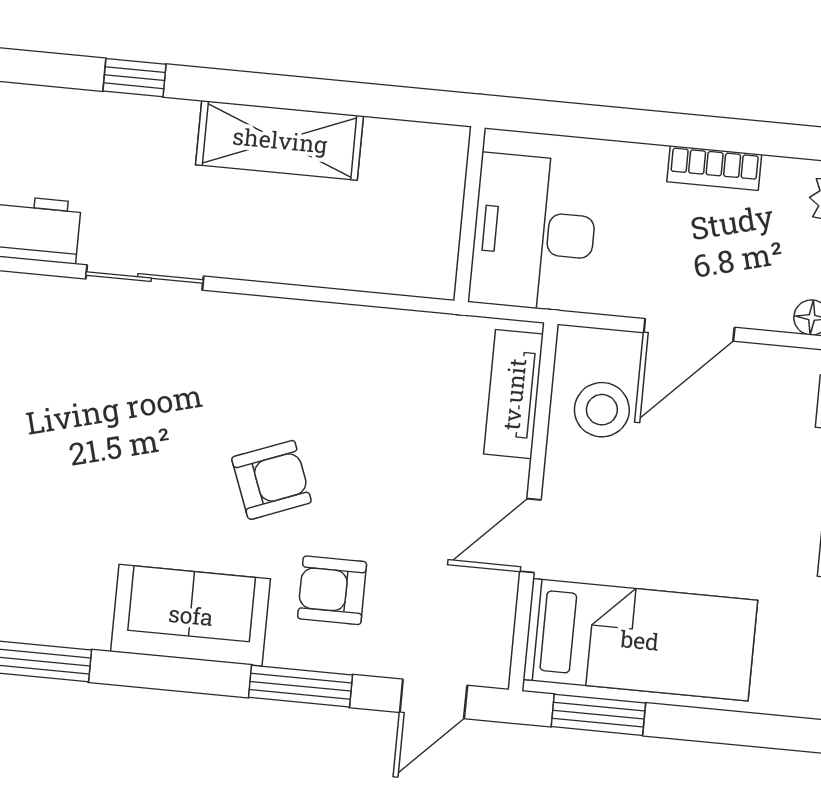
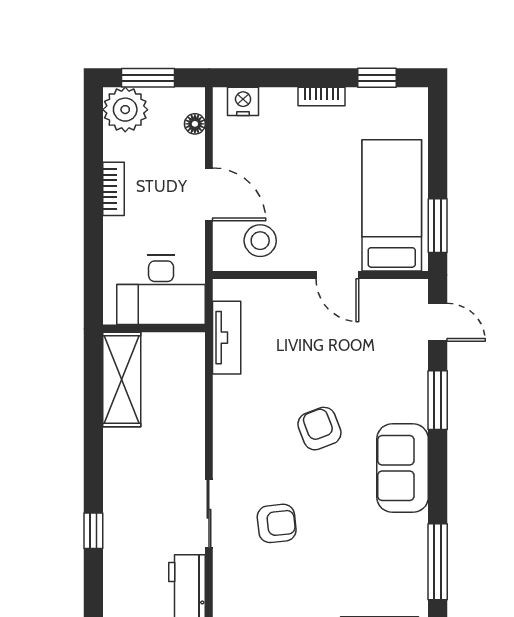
shelving: (280, 140) -> (122, 380), moved
tv unit: (514, 394) -> (227, 338), moved, turned -90
armchair: (332, 590) -> (277, 523), moved, turned -96

